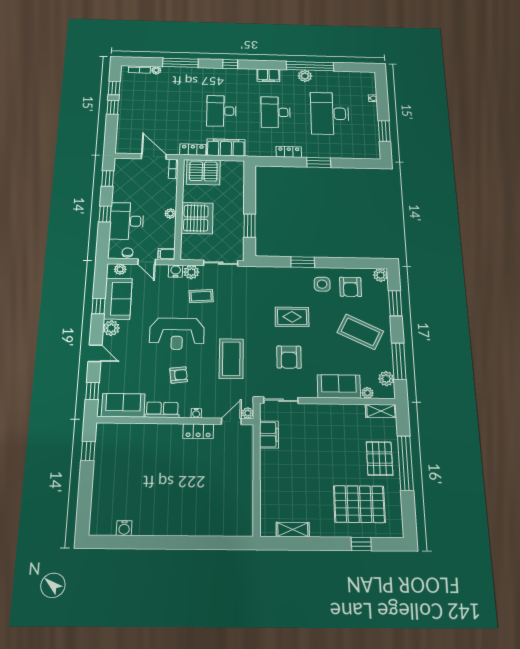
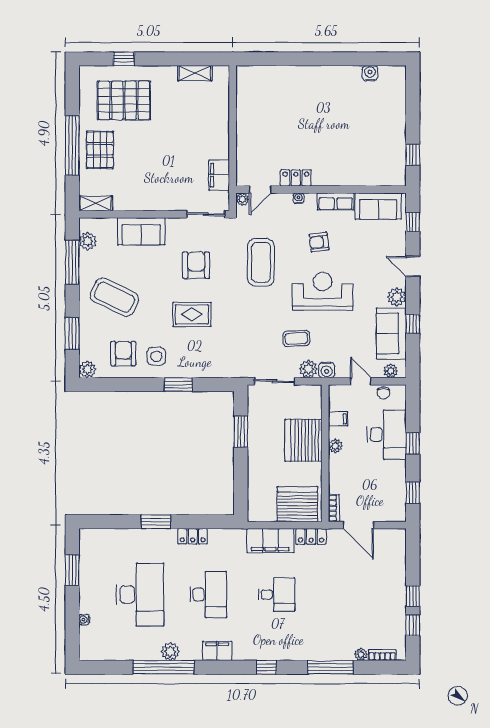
desk: (221, 111) -> (277, 595), width x0.73
filing cabinet: (166, 254) -> (338, 419), moved
plant: (367, 393) -> (109, 224), removed

